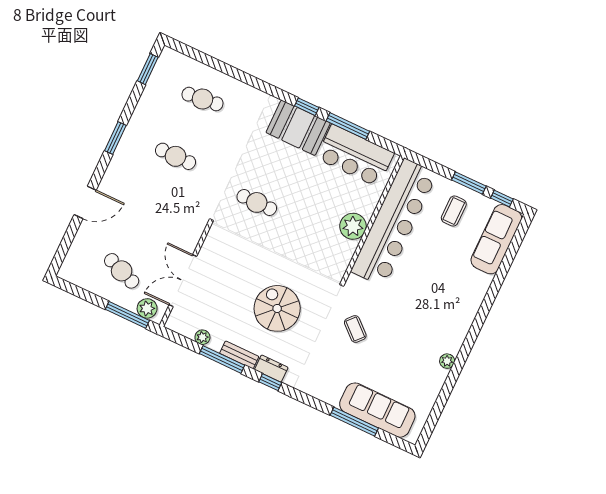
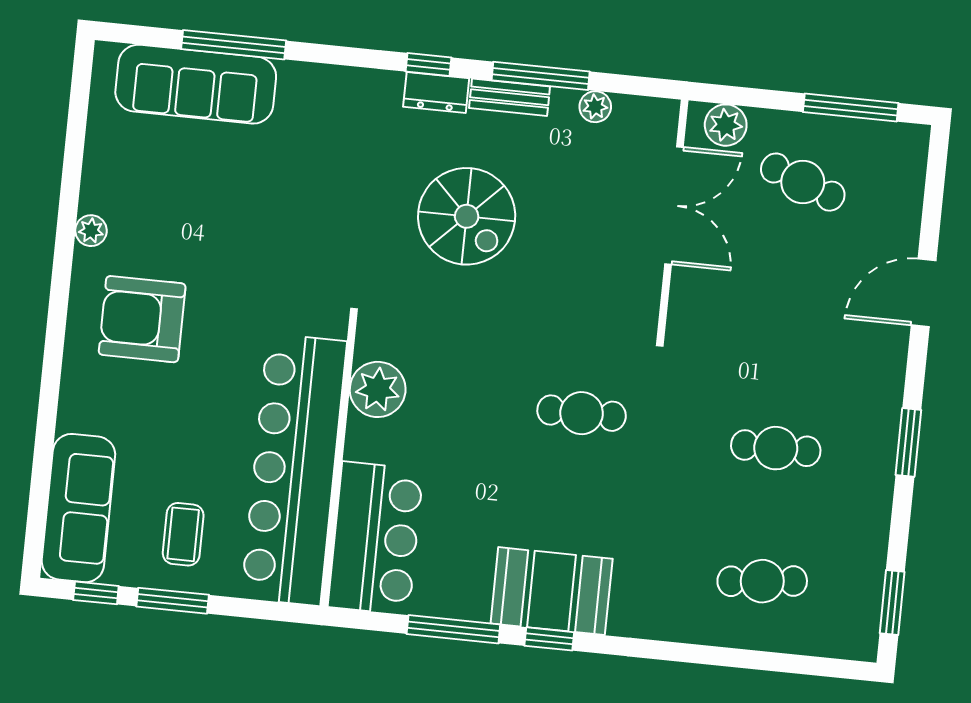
bar counter: (355, 156) -> (376, 538), moved, turned 90
plant: (353, 226) -> (378, 389), moved
armchair: (438, 314) -> (142, 319), added
window: (127, 315) -> (851, 107), moved
coffee table: (355, 329) -> (297, 230), removed

